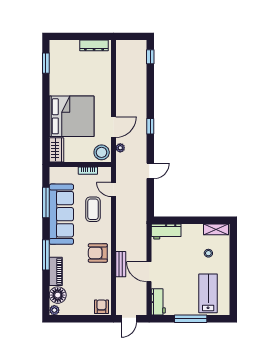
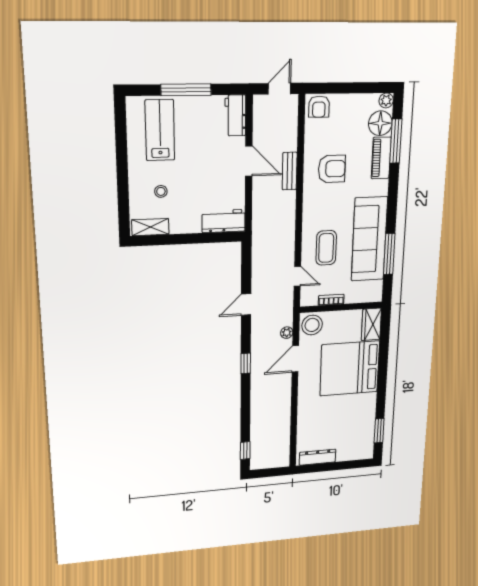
armchair: (98, 253) -> (332, 169), moved
window: (46, 255) -> (396, 141), moved
lab bench: (208, 293) -> (160, 130), turned 180

